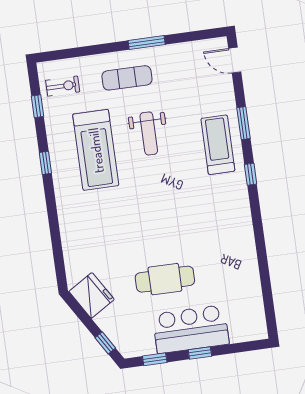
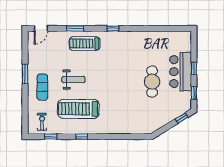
treadmill: (96, 150) -> (78, 109), turned 180
window: (251, 174) -> (113, 28), moved
fridge: (92, 295) -> (155, 122), removed

